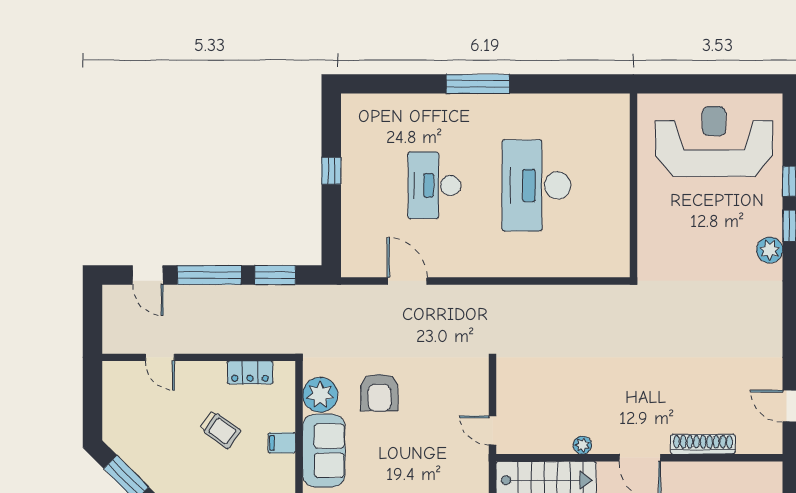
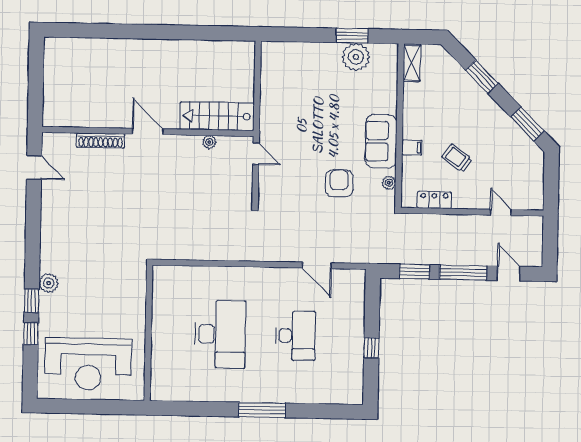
plant: (320, 395) -> (389, 183), width x0.53, depth x0.53
plant: (582, 445) -> (209, 142), moved

